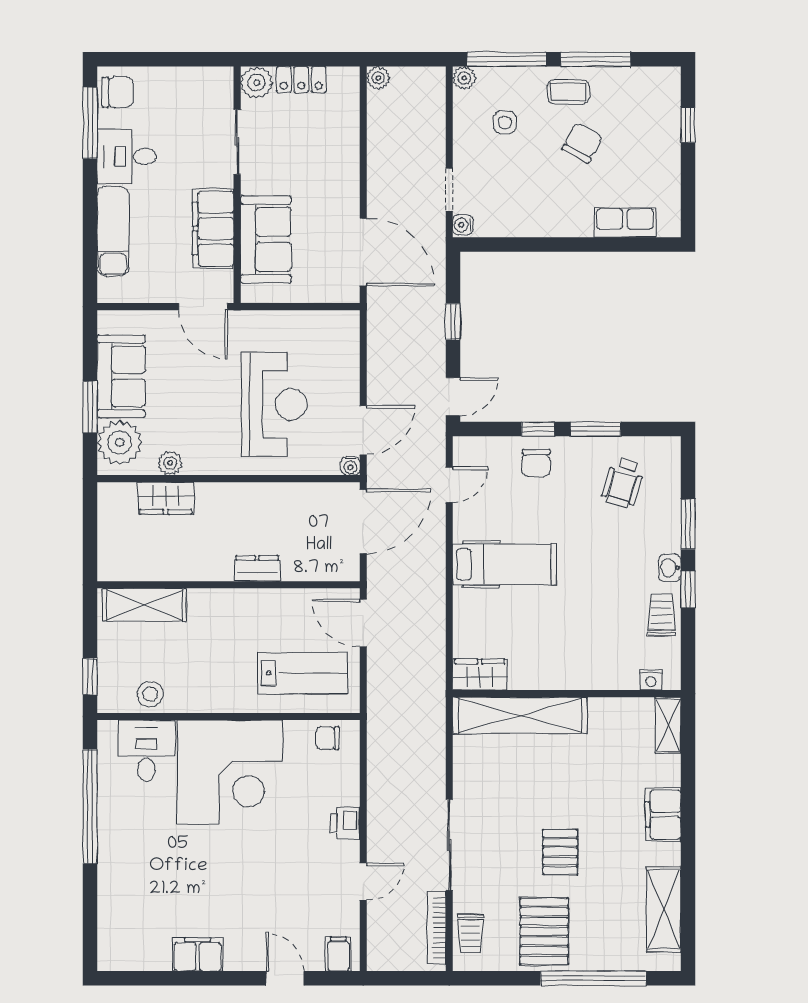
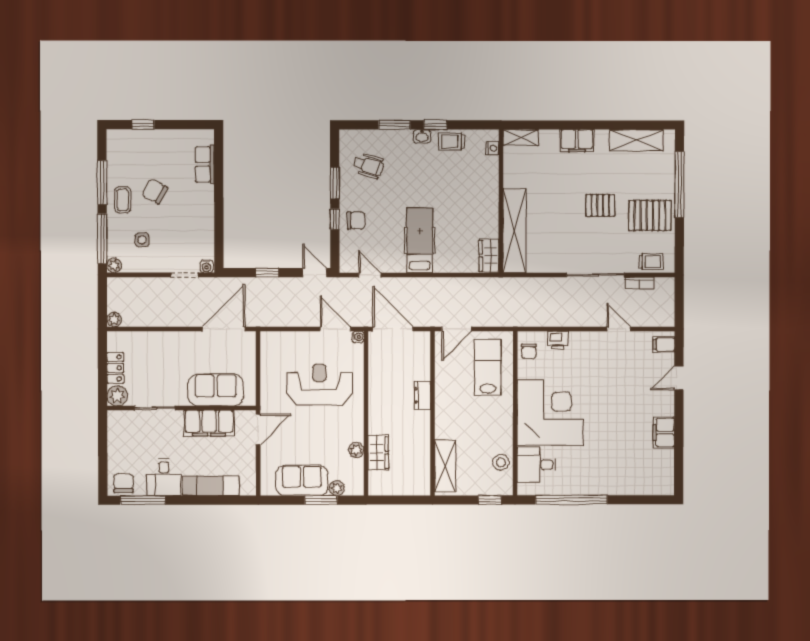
plant: (120, 443) -> (337, 488), width x0.53, depth x0.53
printer: (345, 823) -> (558, 340), moved
bookcase: (436, 928) -> (639, 283), width x0.64

